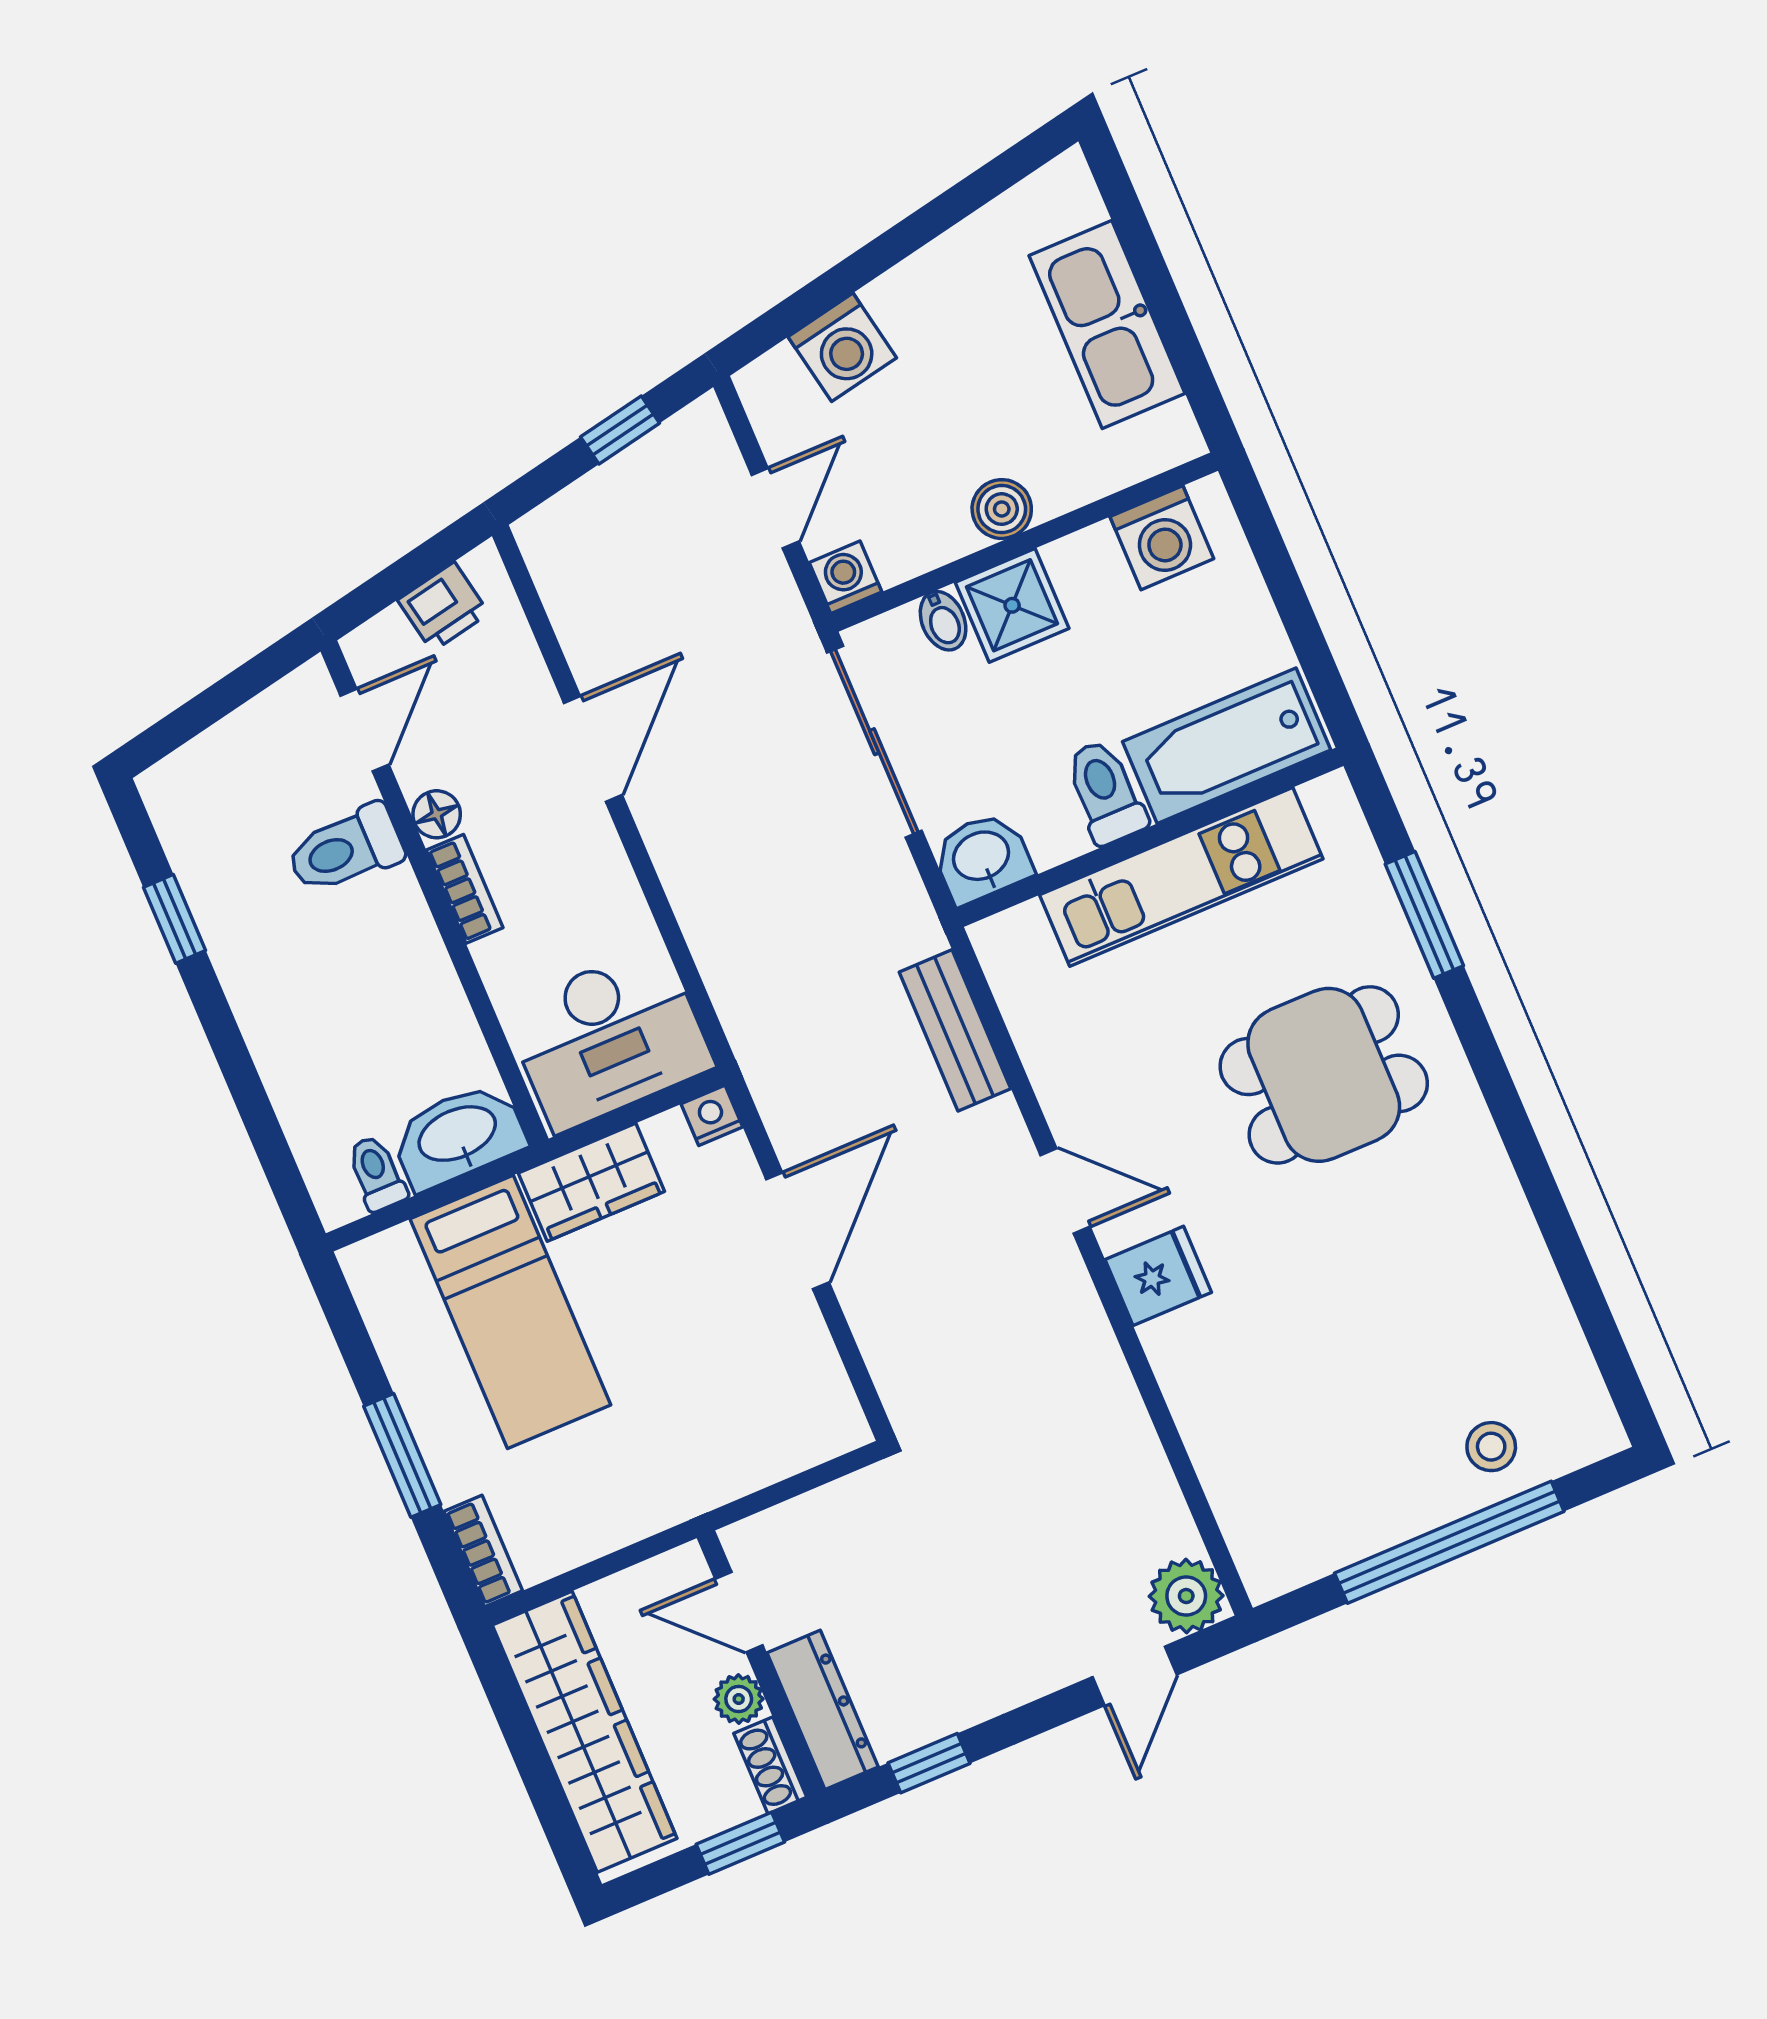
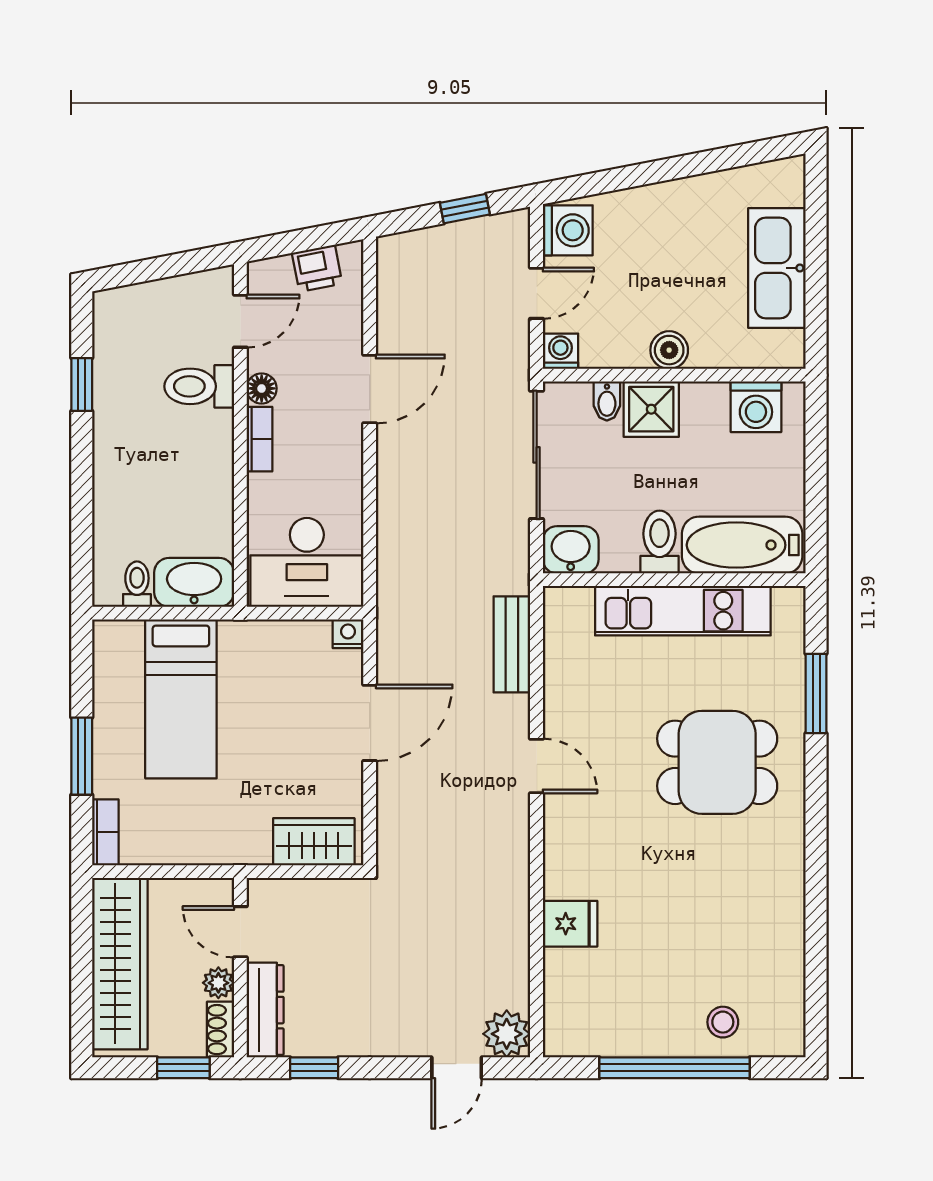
washing machine: (842, 347) -> (568, 230), moved, turned -79
wardrobe: (591, 1182) -> (314, 842), moved, turned 180
fridge: (1158, 1276) -> (570, 924), moved

